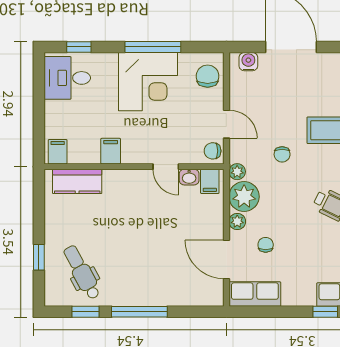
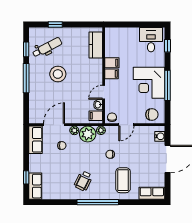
filing cabinet: (58, 152) -> (112, 74), moved
stool: (132, 252) -> (58, 74), added

